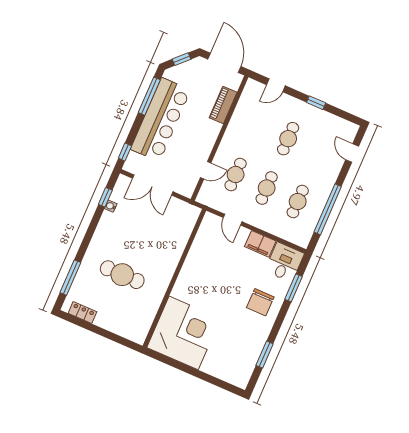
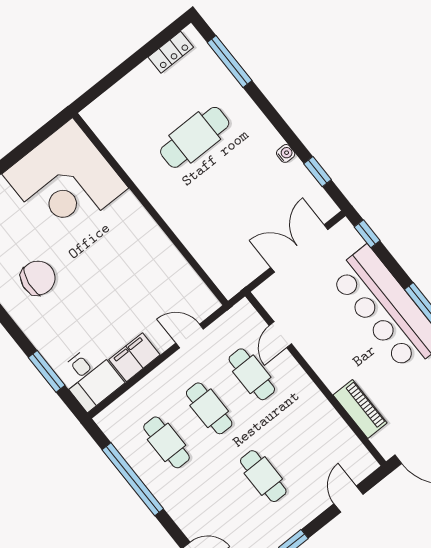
water cooler: (111, 206) -> (286, 153), moved
chair: (260, 302) -> (38, 278), moved, turned 98

